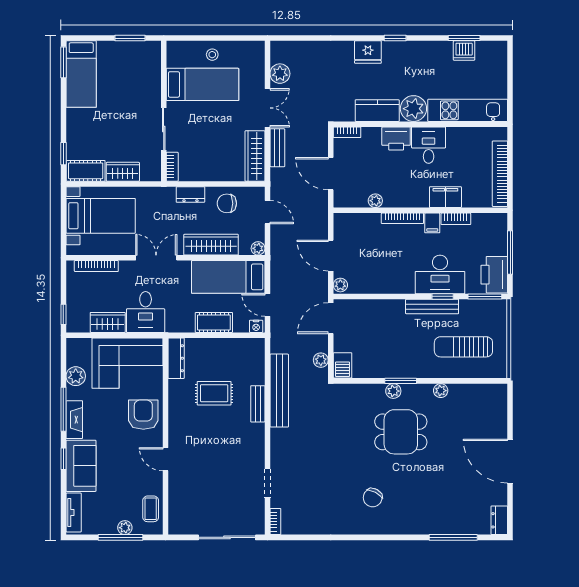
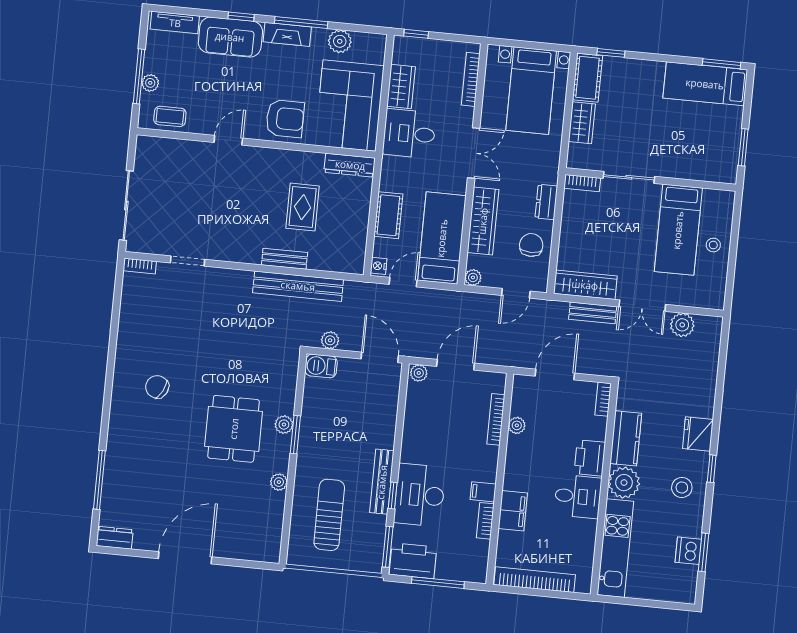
stool: (413, 61) -> (682, 488), added
bookcase: (402, 218) -> (496, 419), moved

